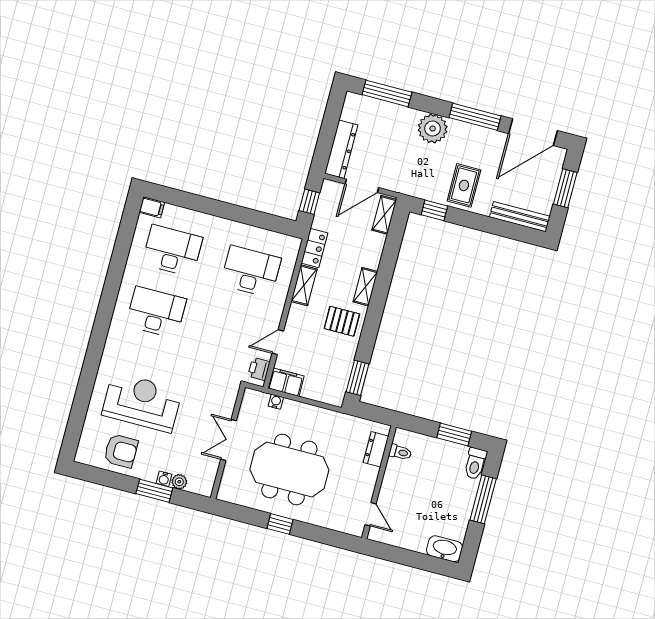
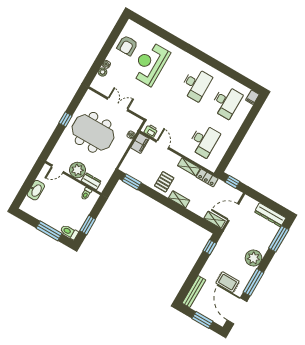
dresser: (341, 149) -> (270, 215), moved
rug: (464, 185) -> (227, 282), moved
door: (362, 186) -> (233, 212), hinge flipped
reception desk: (142, 402) -> (150, 64), turned 180
meeting table: (289, 470) -> (93, 132), turned 90
plant: (363, 479) -> (77, 170), added
window: (154, 491) -> (101, 57), removed
washbasin: (444, 549) -> (36, 190), moved

